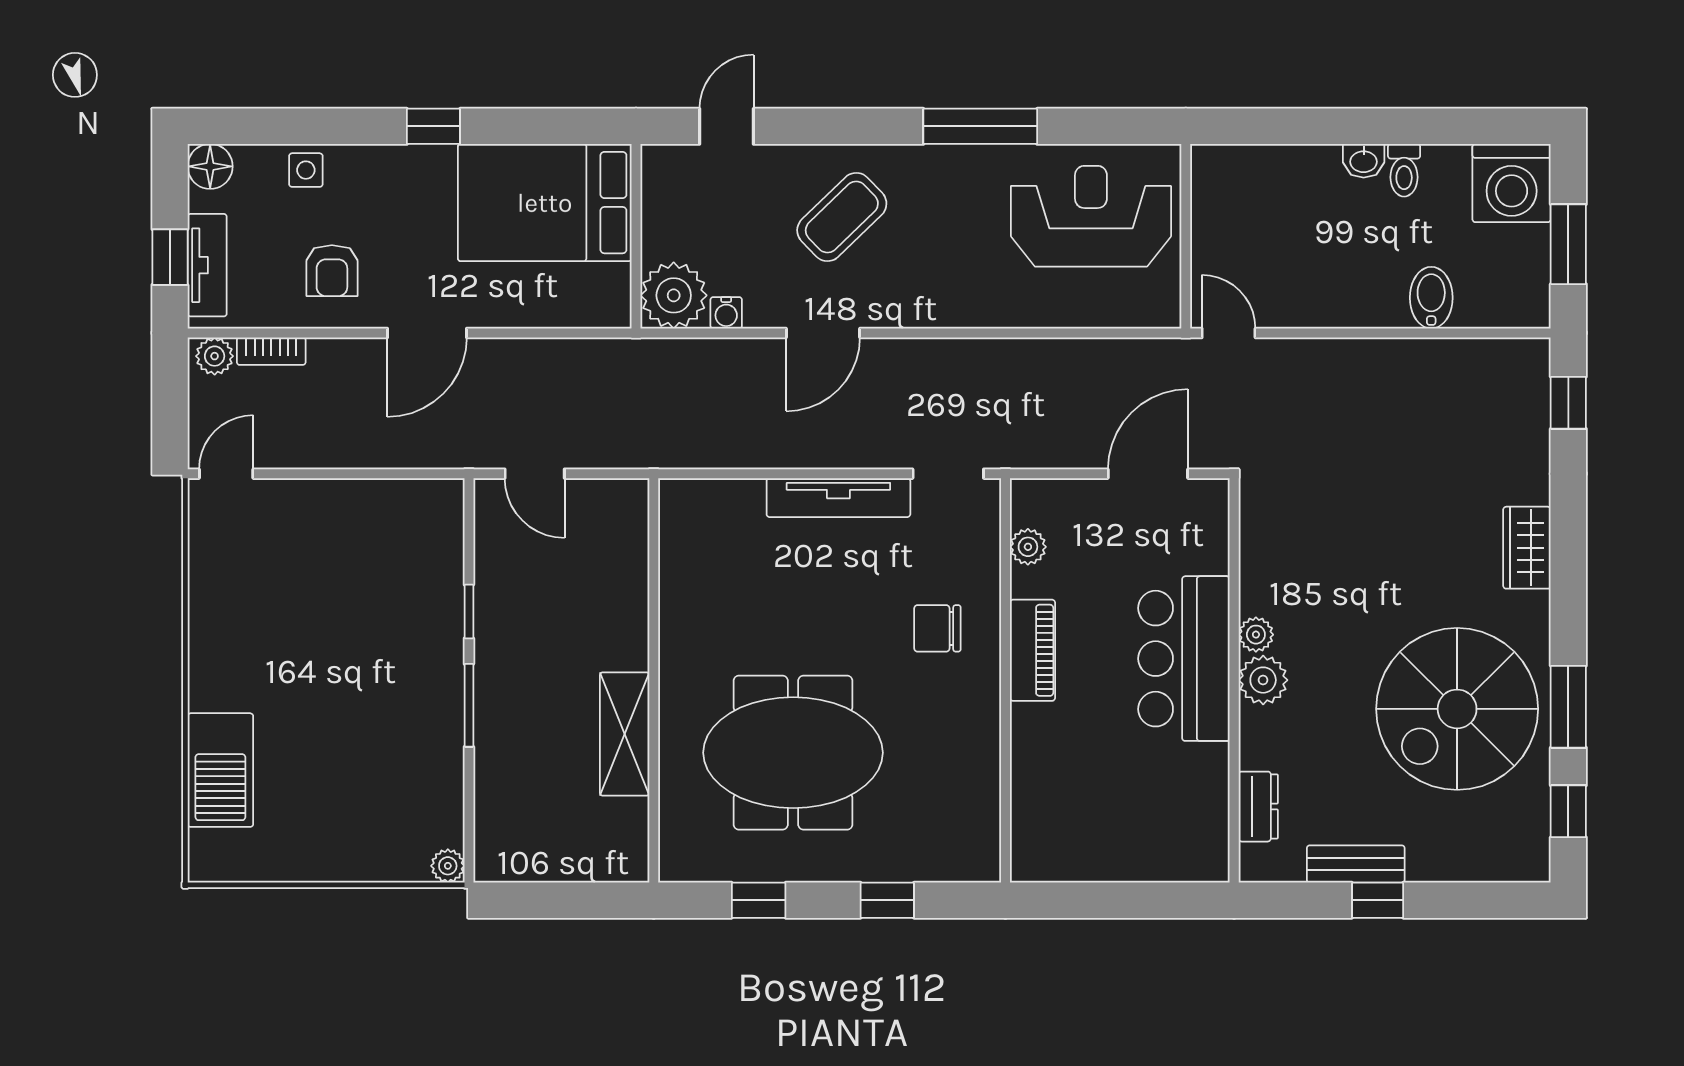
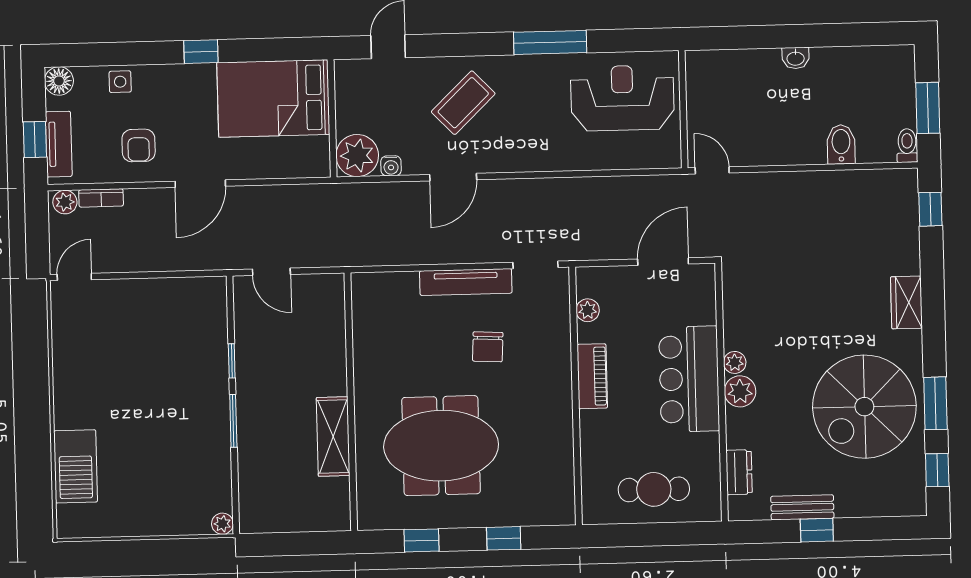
toilet: (1404, 170) -> (907, 146), moved, turned 180
washing machine: (1512, 183) -> (890, 70), removed
chair: (937, 628) -> (488, 347), moved, turned -87
cafe table: (1124, 830) -> (654, 489), added

